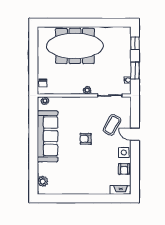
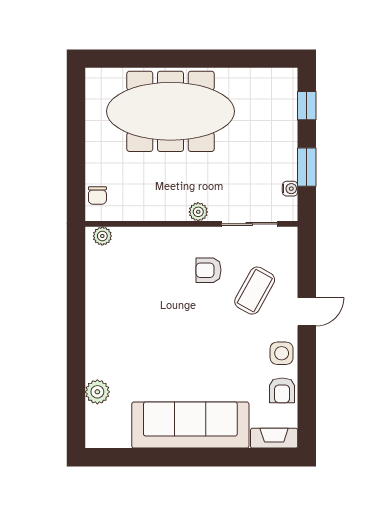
door: (135, 134) -> (307, 312), swing flipped
sofa: (48, 136) -> (190, 425), moved, turned -90
armchair: (86, 139) -> (208, 270), moved
plant: (43, 181) -> (97, 392), moved

